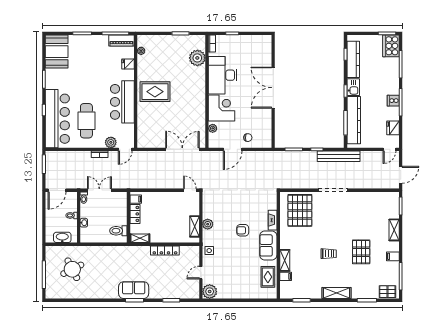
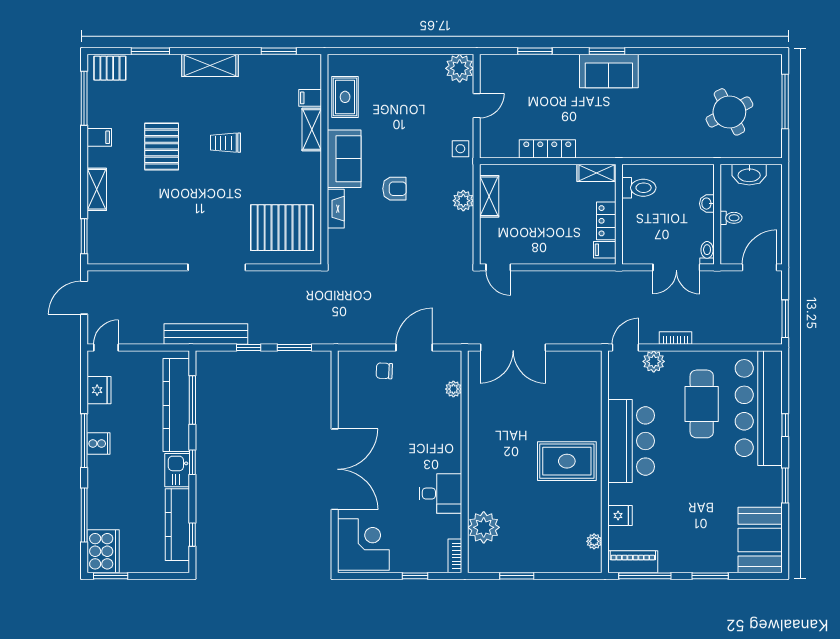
desk: (223, 75) -> (440, 494), width x0.53, depth x0.77
corner desk: (222, 108) -> (363, 544), moved, turned 180
pallet: (300, 210) -> (282, 228), turned 90

